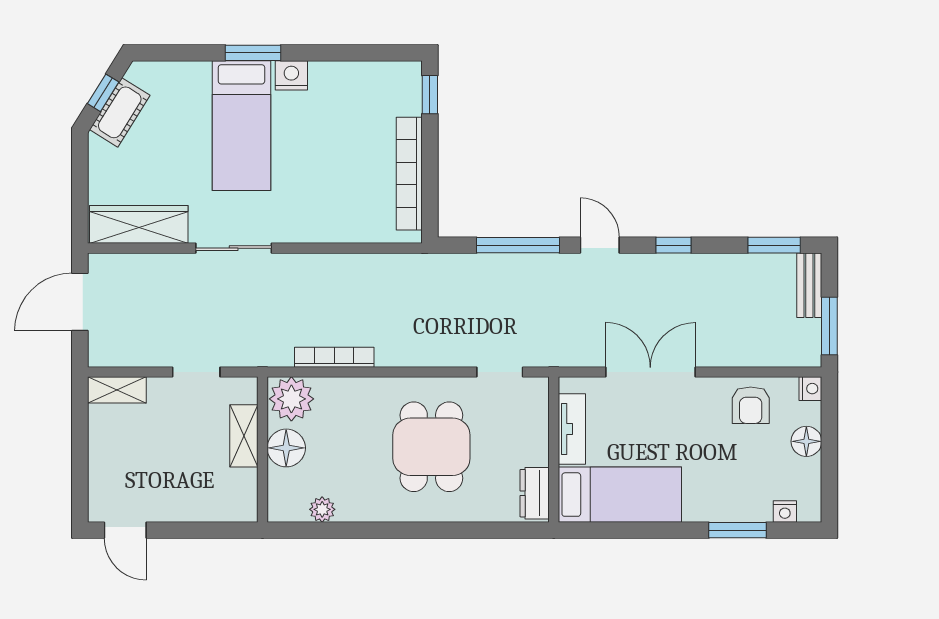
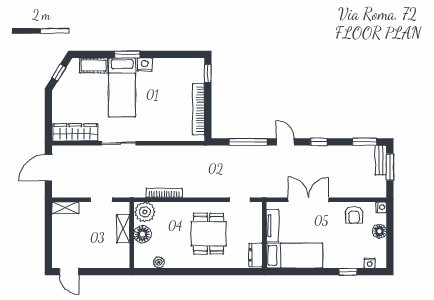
cot: (120, 112) -> (94, 65), moved, turned 58
window: (829, 326) -> (390, 167), moved
window: (738, 530) -> (348, 272), width x0.67

